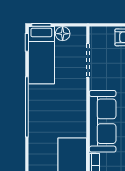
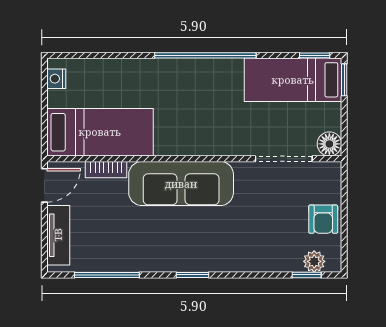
floor lamp: (63, 34) -> (329, 144), moved

